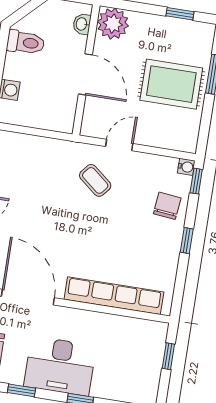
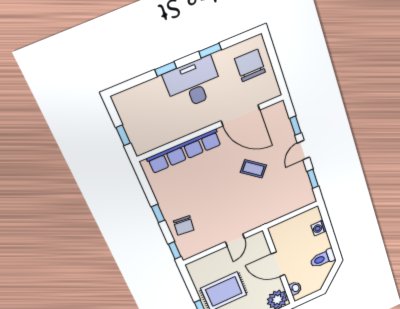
water cooler: (186, 167) -> (186, 254), removed
coffee table: (95, 180) -> (253, 169), moved

